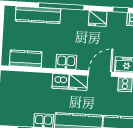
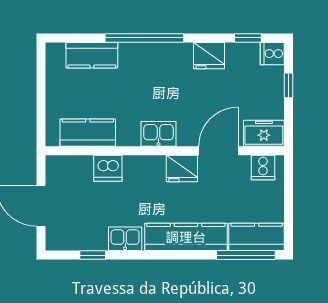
kitchen counter: (38, 15) -> (92, 55), width x0.67
dishwasher: (61, 81) -> (108, 168), moved

